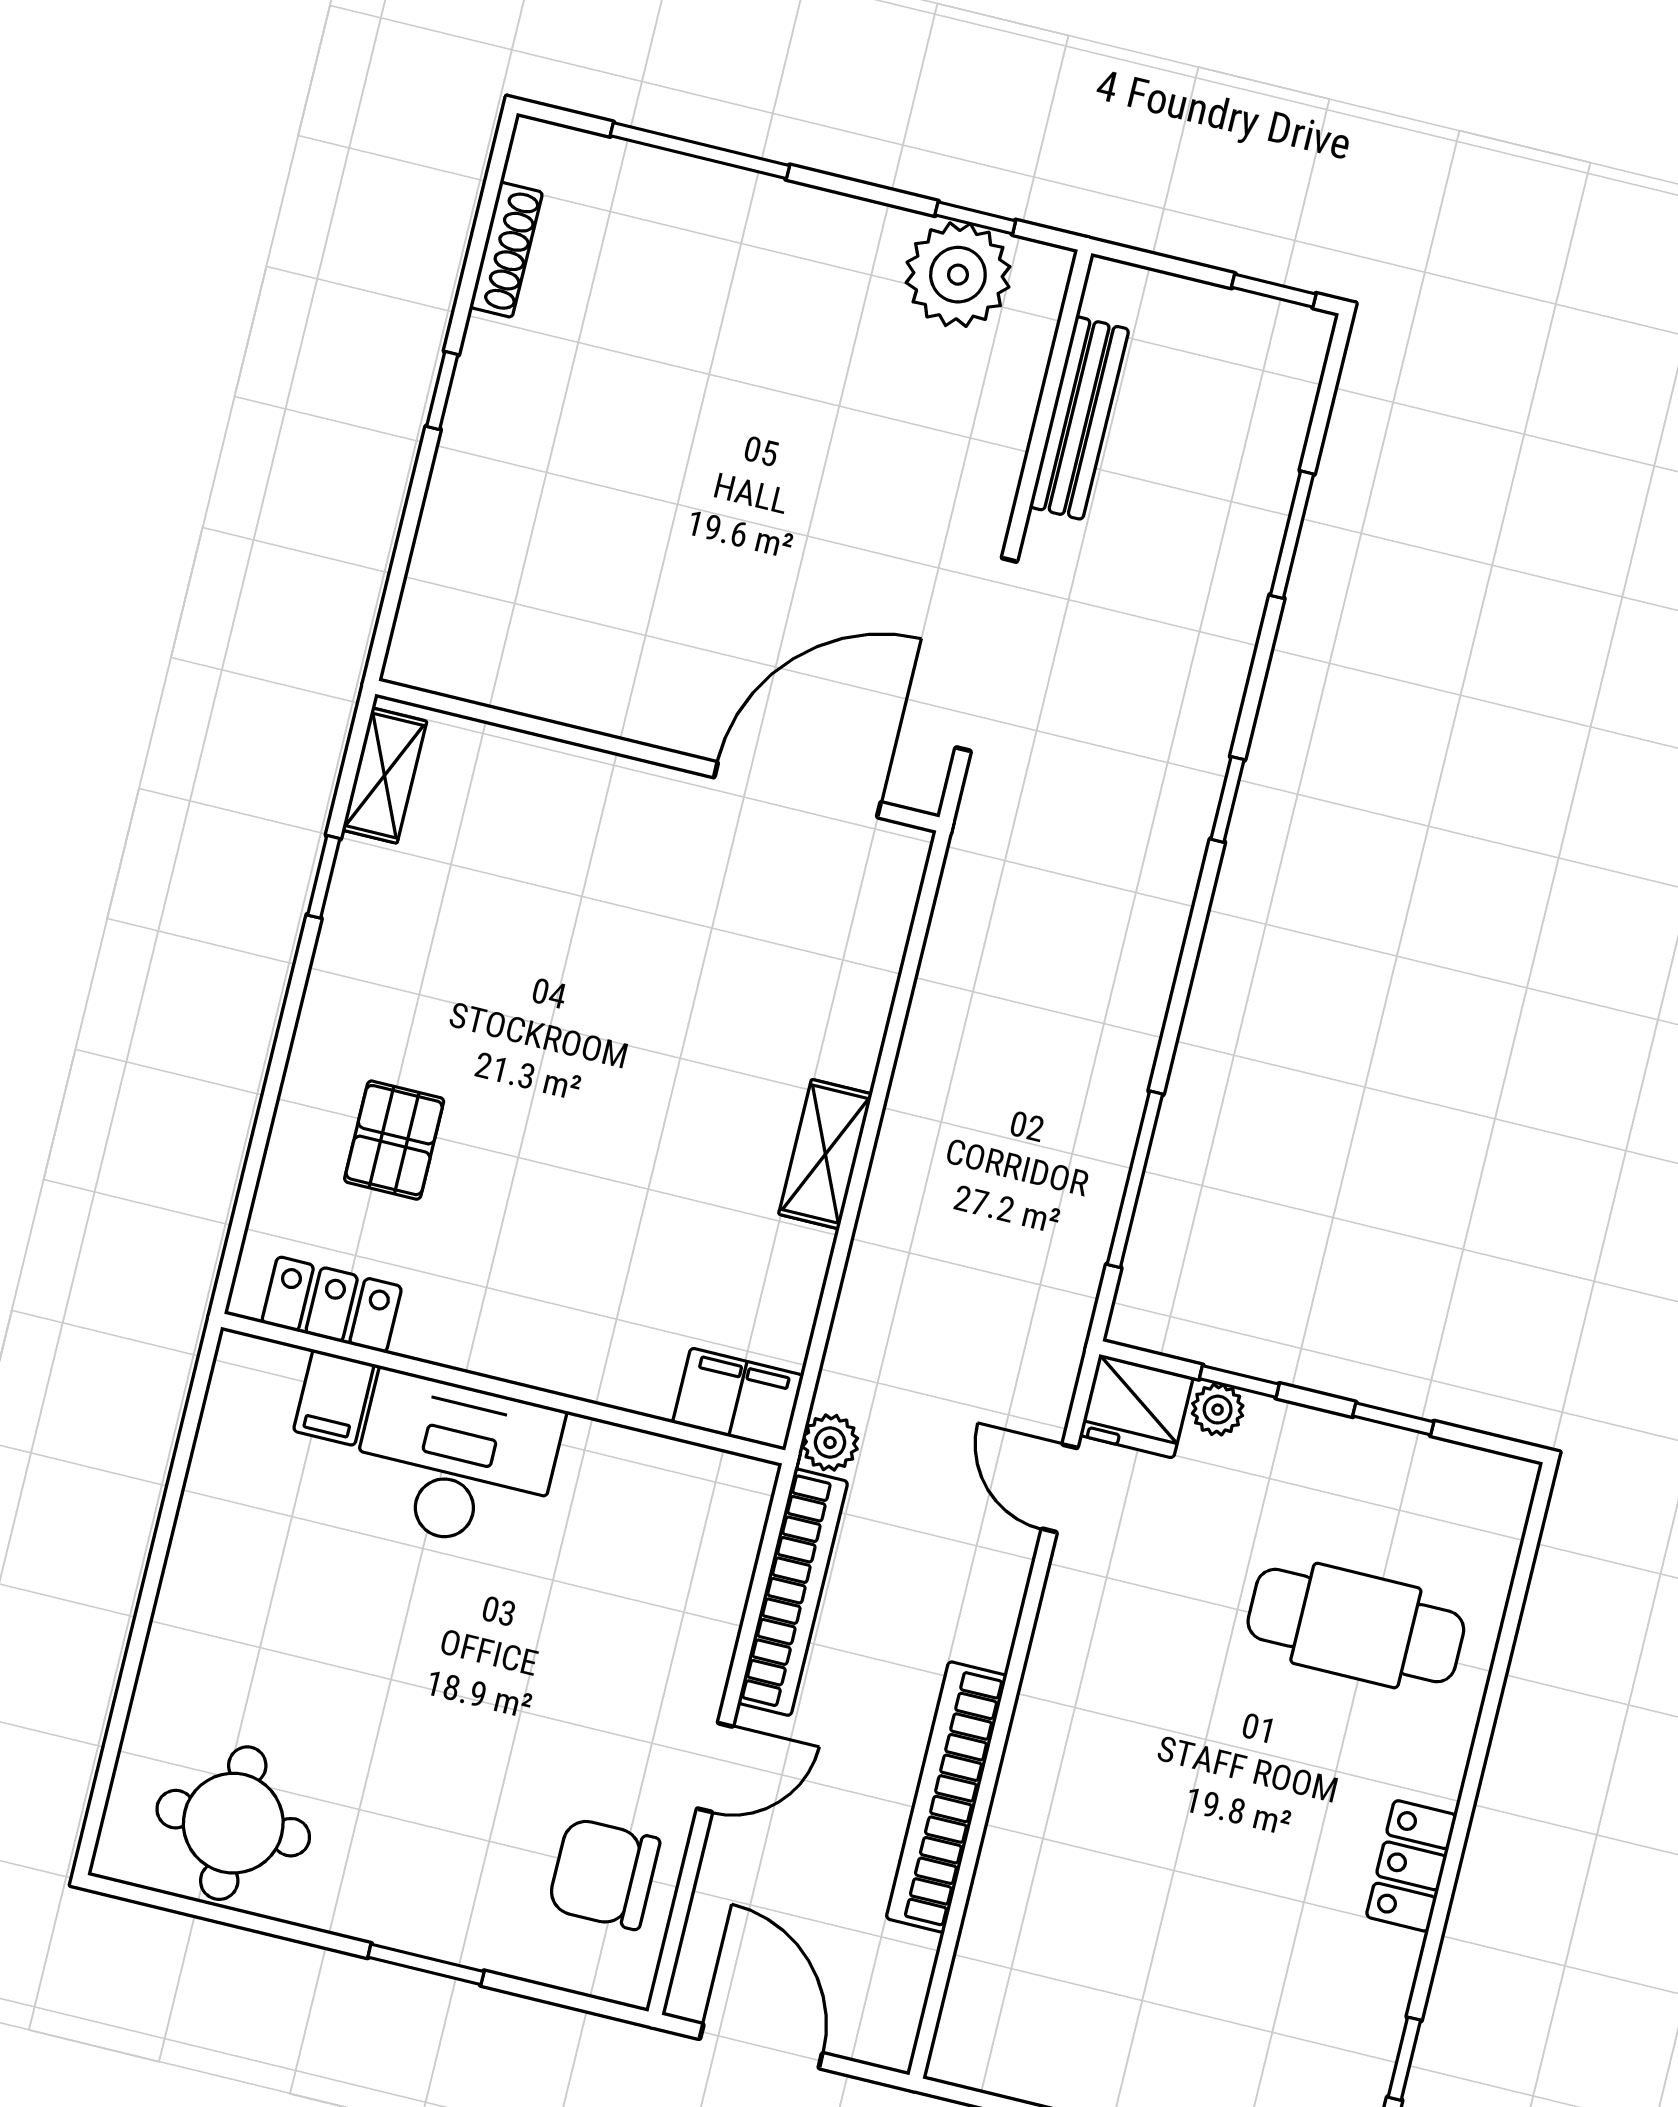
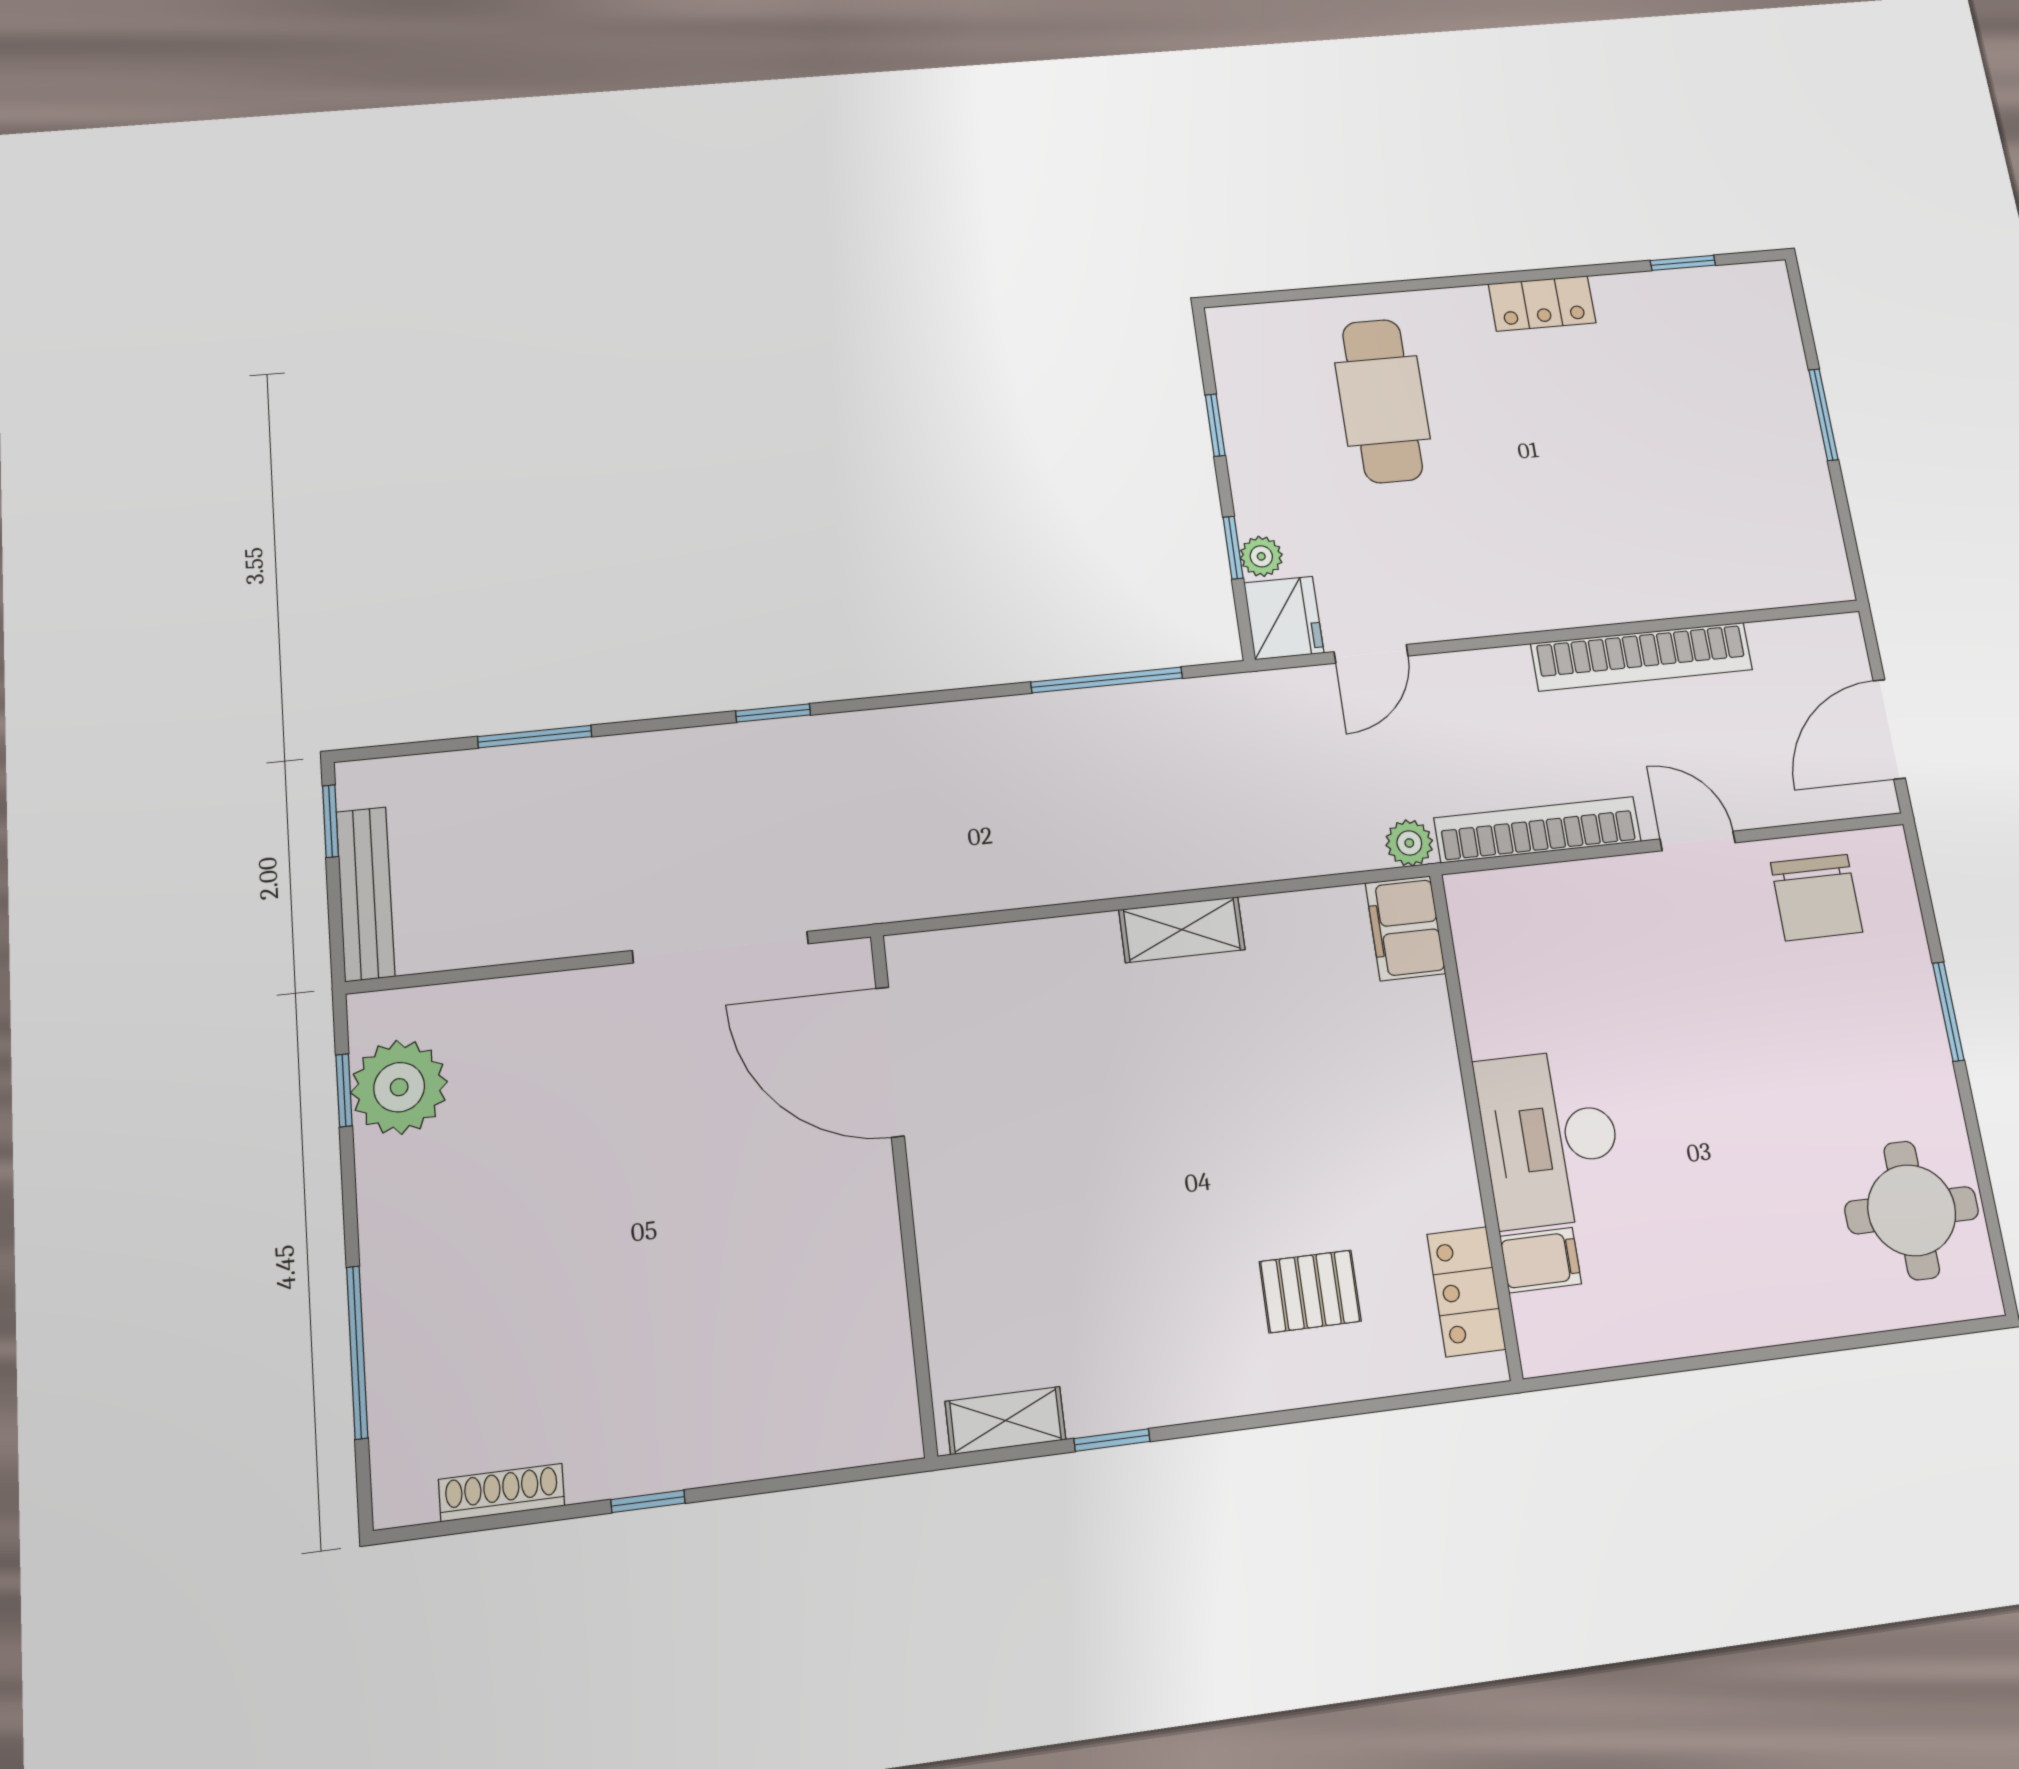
bench: (1079, 418) -> (365, 894), moved, turned 90

